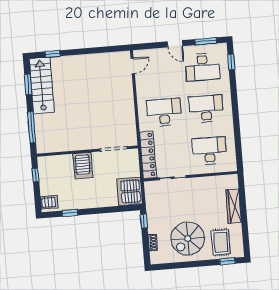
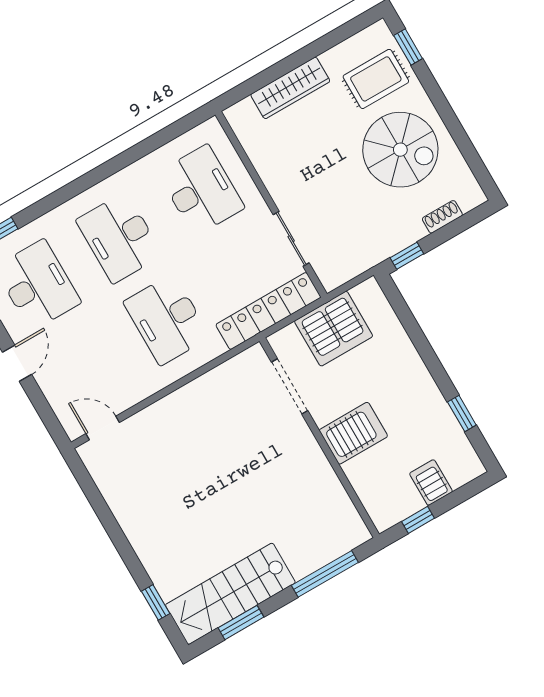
desk: (209, 151) -> (201, 190), turned 180
server rack: (130, 191) -> (334, 329), moved
server rack: (49, 202) -> (431, 483), moved

